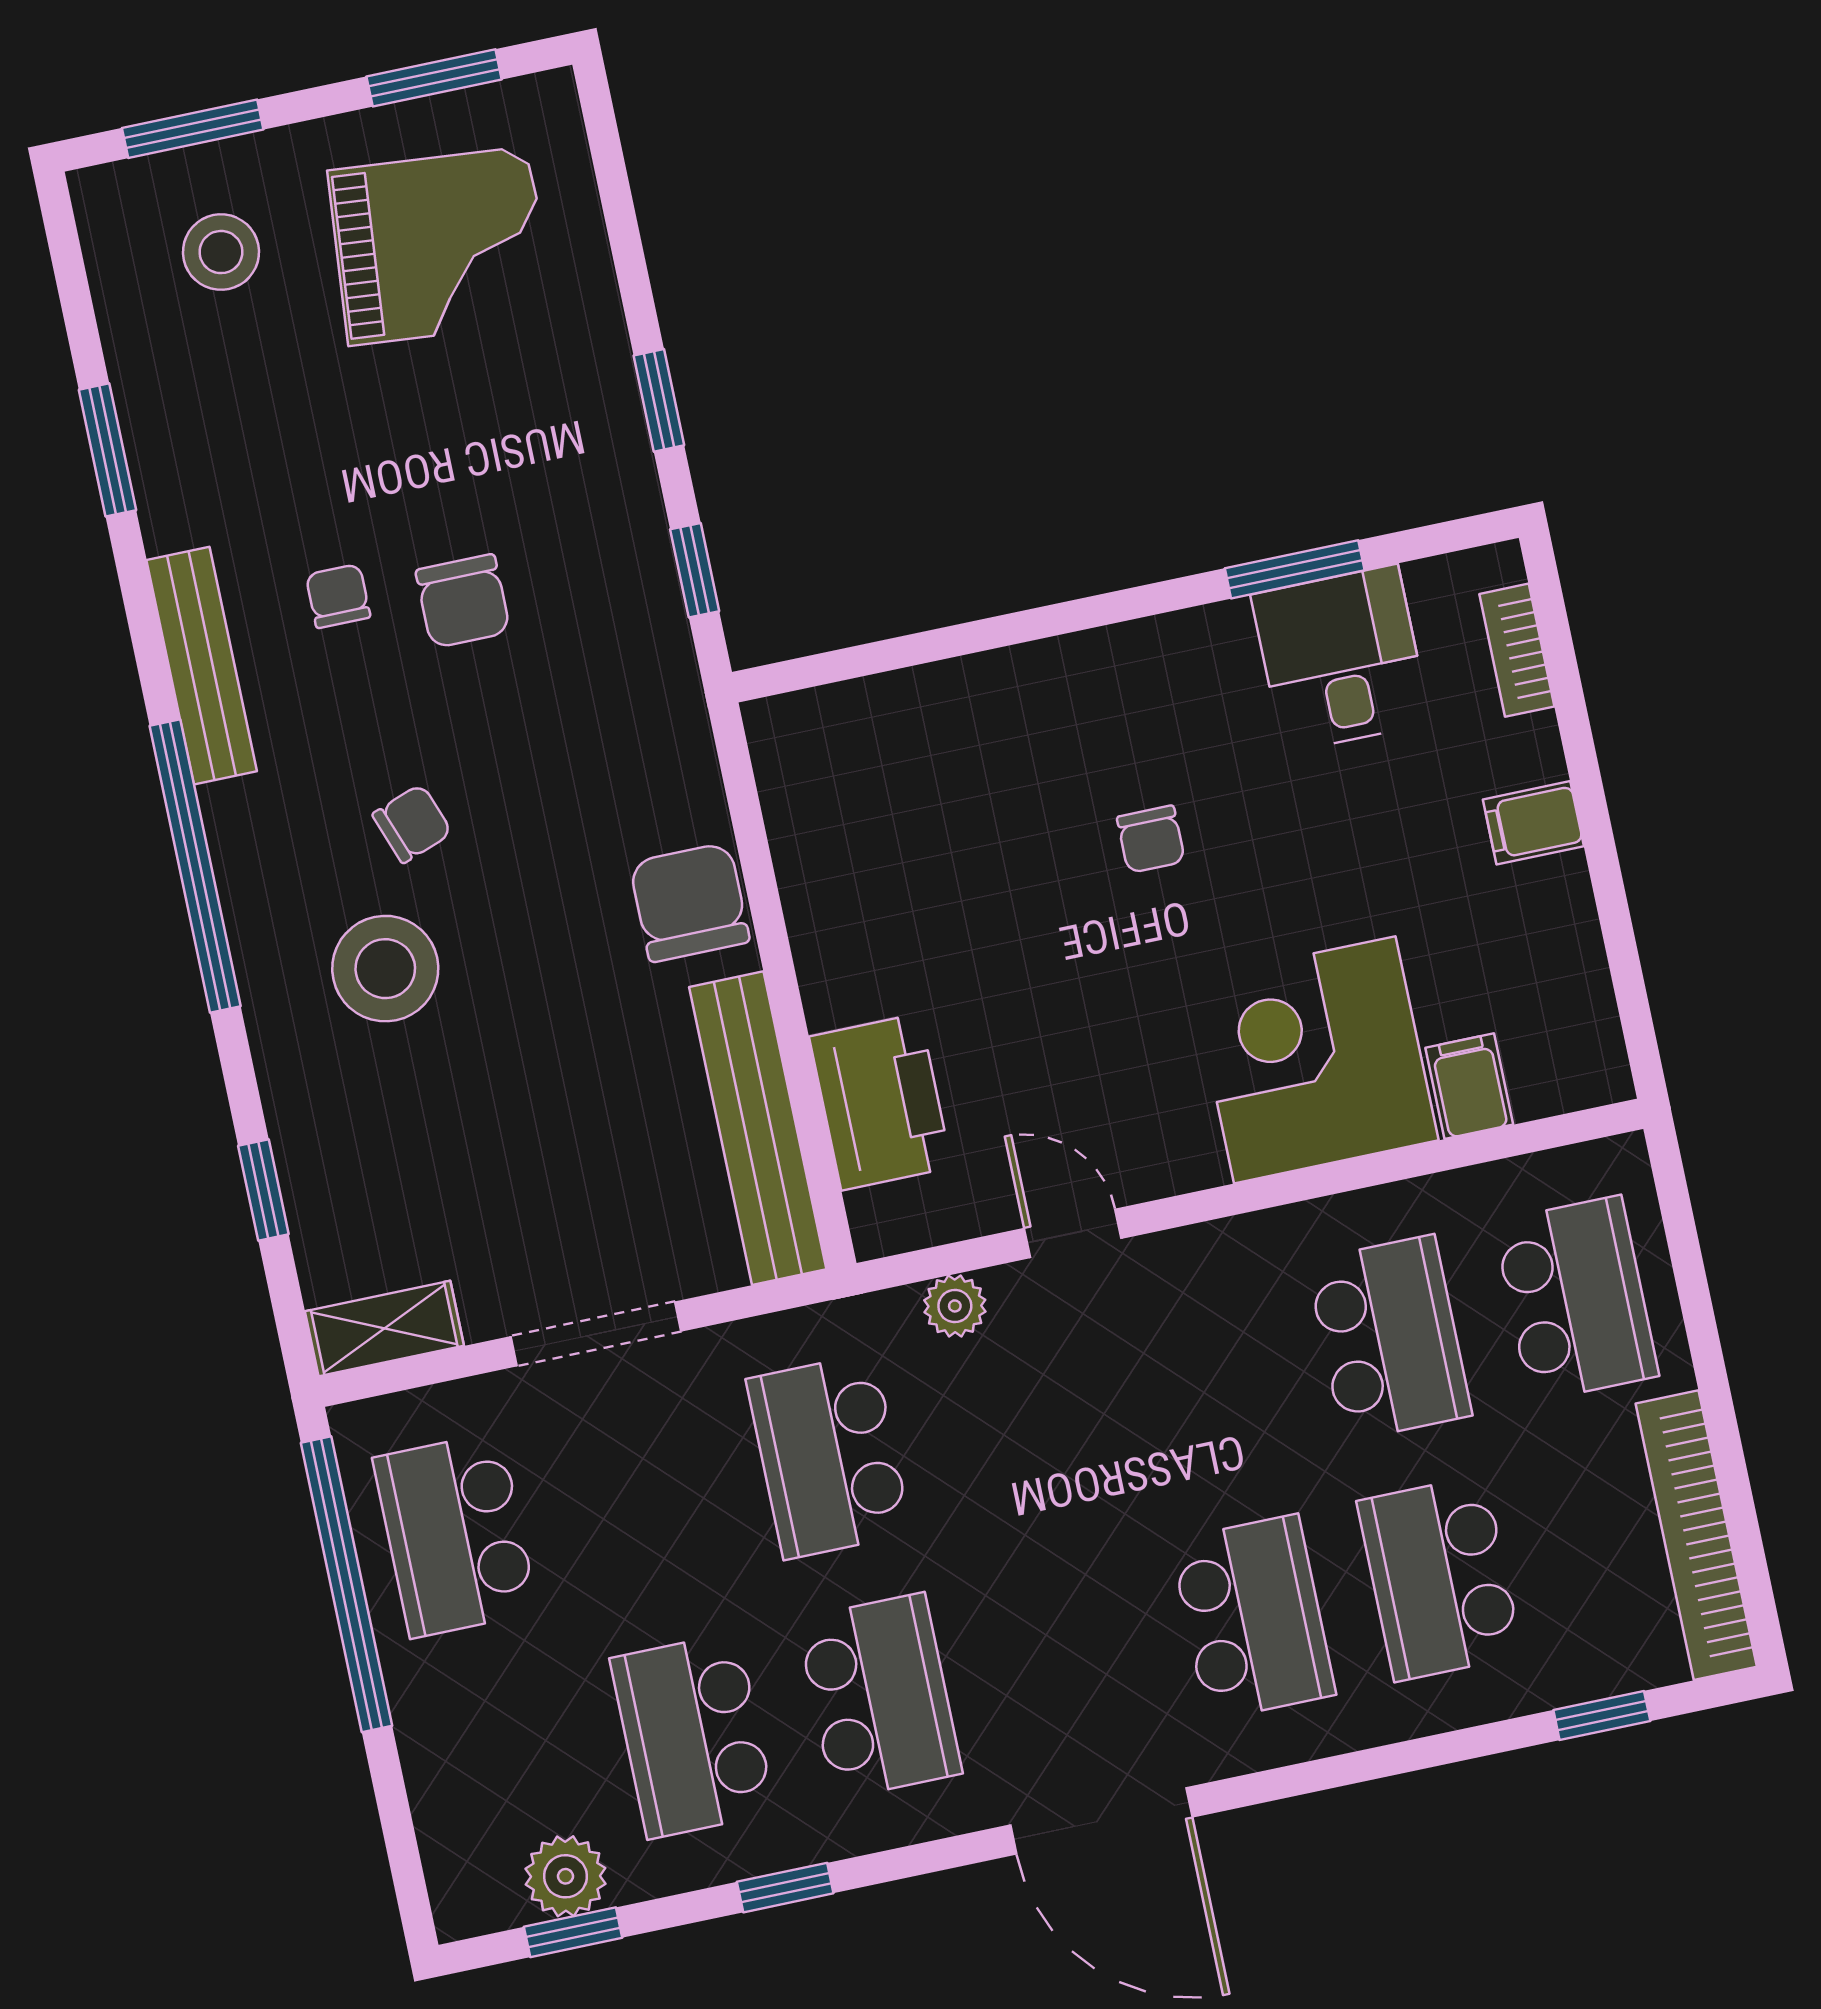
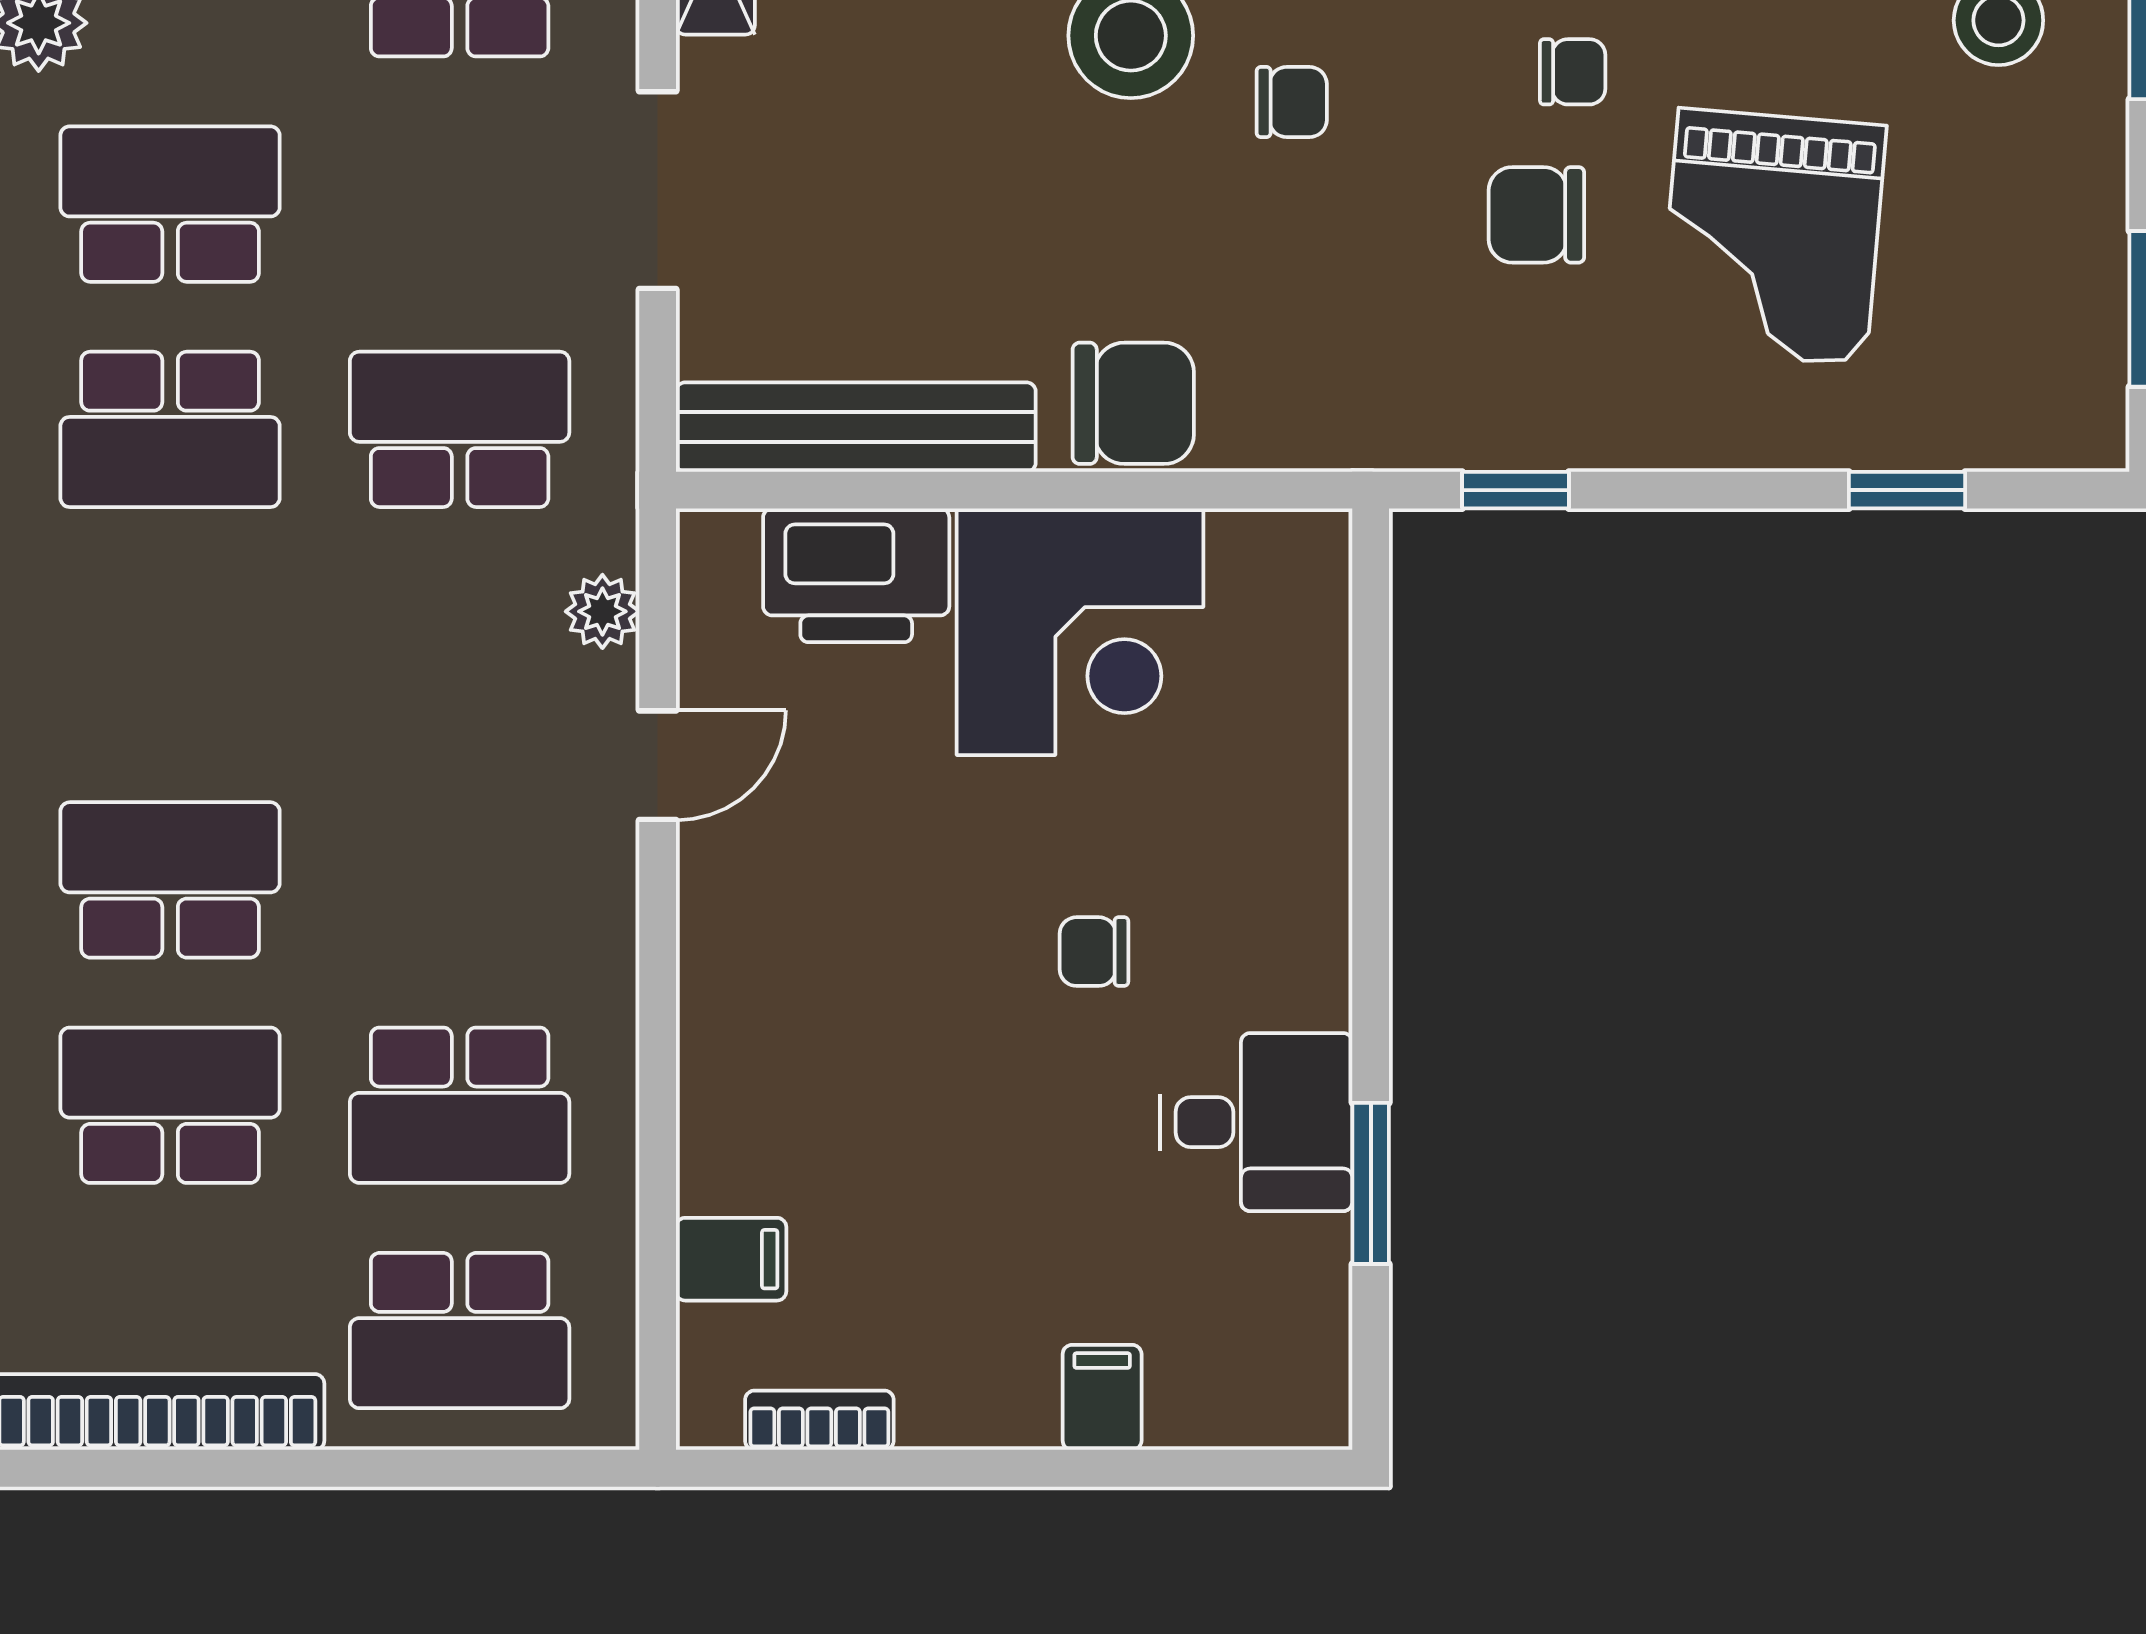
grand piano: (439, 246) -> (1772, 237), moved
window: (659, 400) -> (1907, 490), moved
bookcase: (1517, 650) -> (819, 1420), moved
desk: (1341, 659) -> (1256, 1122), moved
filing cabinet: (1533, 823) -> (1102, 1397), moved
chair: (412, 824) -> (1292, 102), turned -70
corner desk: (1315, 1060) -> (1080, 632), moved, turned 90
school desk: (1253, 1618) -> (170, 880), turned 180

